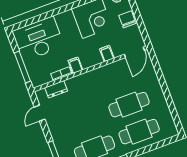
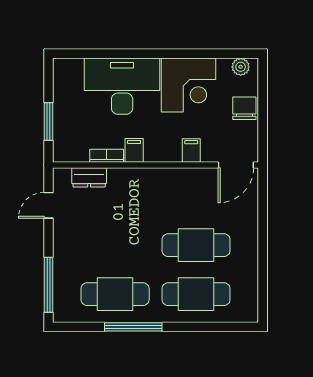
desk: (38, 39) -> (122, 86), moved
window: (22, 67) -> (48, 122), width x0.69

